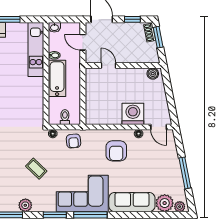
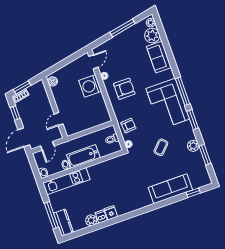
sofa: (132, 202) -> (159, 57), width x0.73

